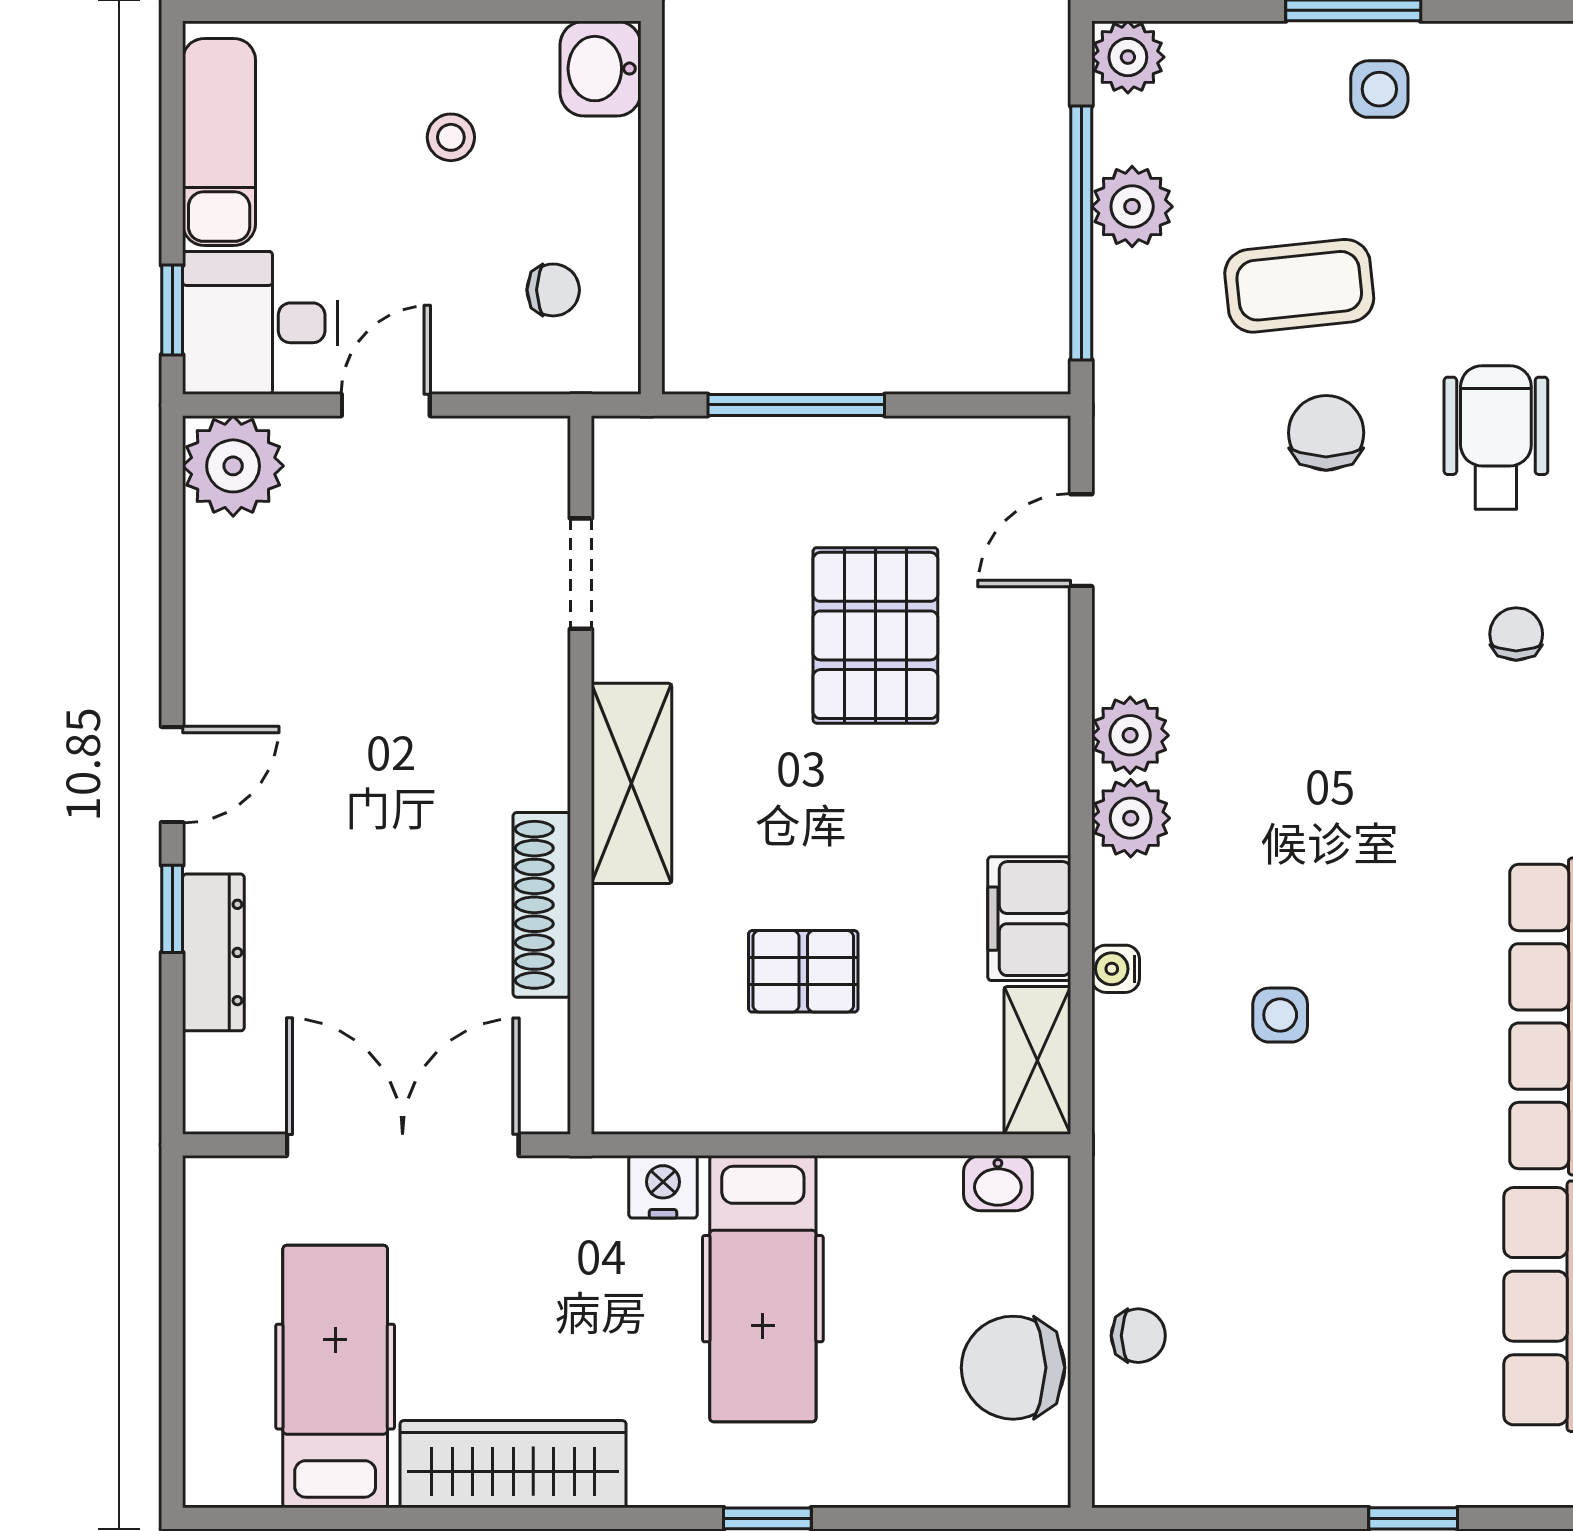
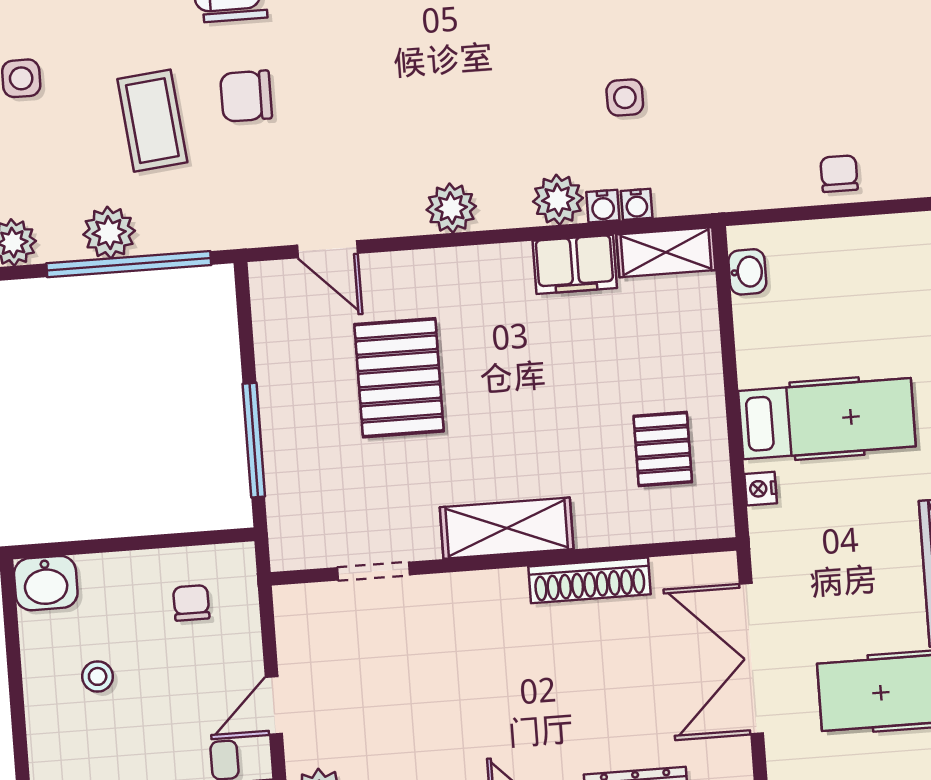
door: (386, 405) -> (274, 706), hinge flipped
pallet: (875, 635) -> (399, 378), turned 90
plant: (1131, 818) -> (558, 200), moved
pallet: (803, 971) -> (663, 449), moved
water cooler: (1114, 1021) -> (637, 204), added
nightstand: (663, 1187) -> (761, 489), width x0.72, depth x0.74
chair: (1013, 1368) -> (866, 253), removed

